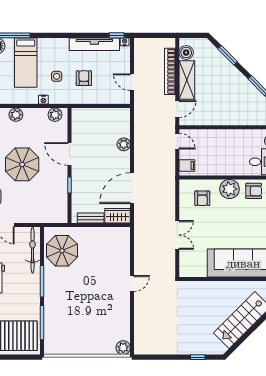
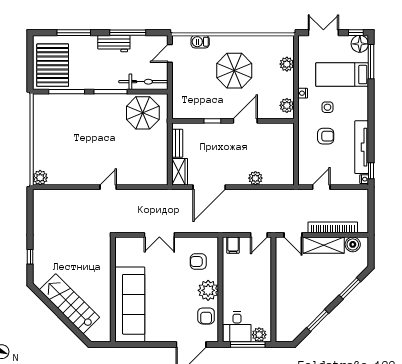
door: (132, 188) -> (209, 187), swing flipped
door: (132, 283) -> (108, 187), swing flipped

